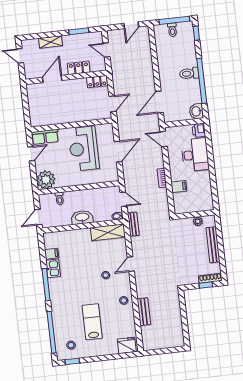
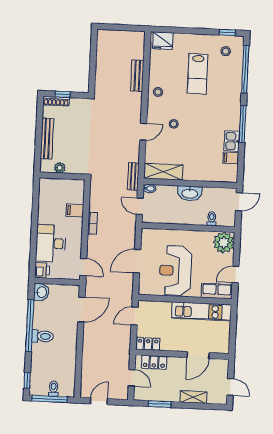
locker: (79, 68) -> (154, 362), moved
kitchen unit: (55, 117) -> (202, 311), added
reception desk: (84, 149) -> (175, 271), turned 180

